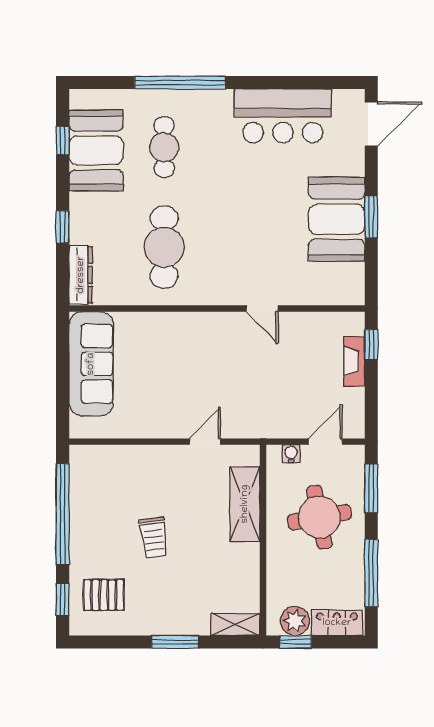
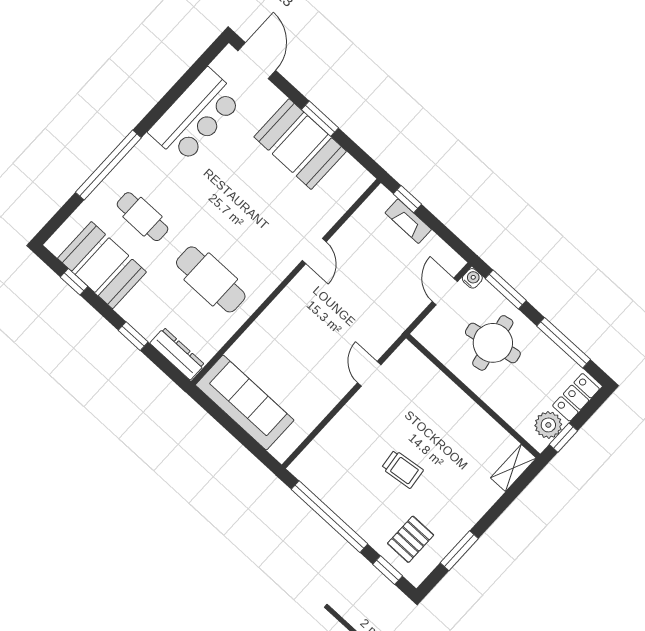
door: (262, 309) -> (314, 251), hinge flipped
water cooler: (291, 454) -> (472, 278), moved, turned 90
shelving: (245, 504) -> (437, 386), removed
window: (175, 642) -> (459, 551), moved

